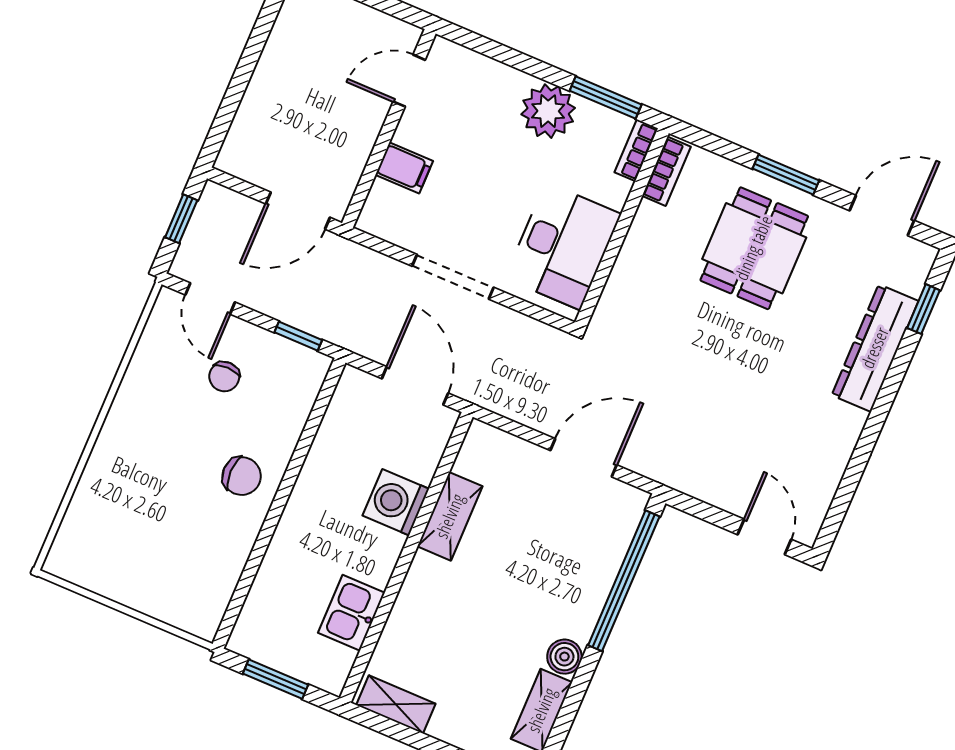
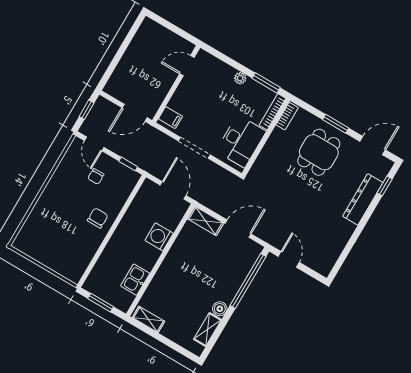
plant: (548, 111) -> (240, 78), width x0.53, depth x0.53
bookcase: (636, 150) -> (273, 112), width x1.56
filing cabinet: (404, 168) -> (170, 118), moved
chair: (242, 476) -> (98, 218), turned -90
shelving: (450, 516) -> (206, 221), moved, turned 90
door: (764, 537) -> (289, 259), moved

